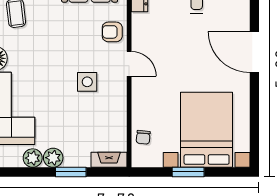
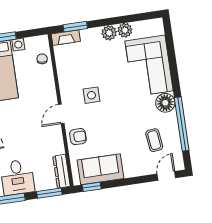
door: (129, 64) -> (61, 114), hinge flipped
window: (71, 172) -> (75, 27), moved

